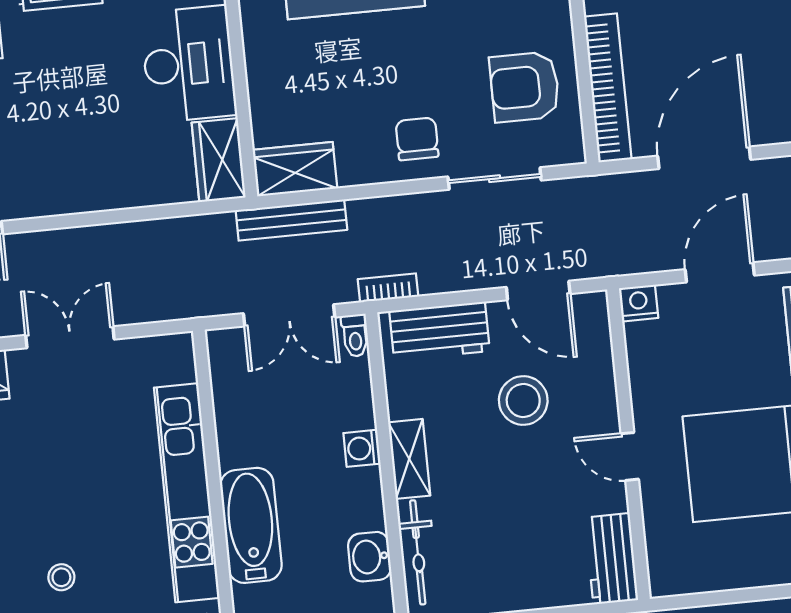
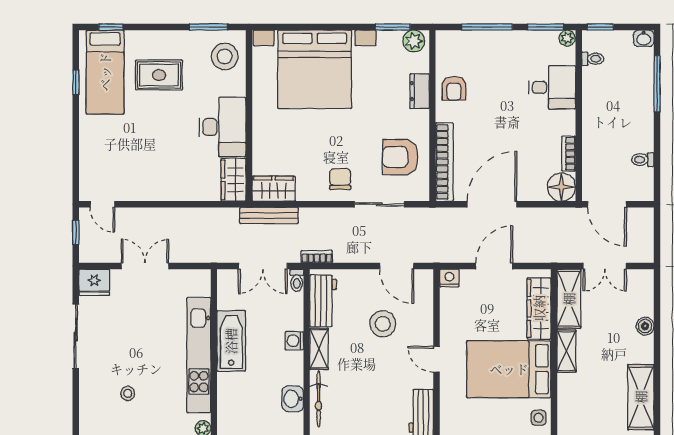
workbench: (439, 331) -> (323, 301), moved, turned -90
bathtub: (251, 525) -> (231, 341), moved

